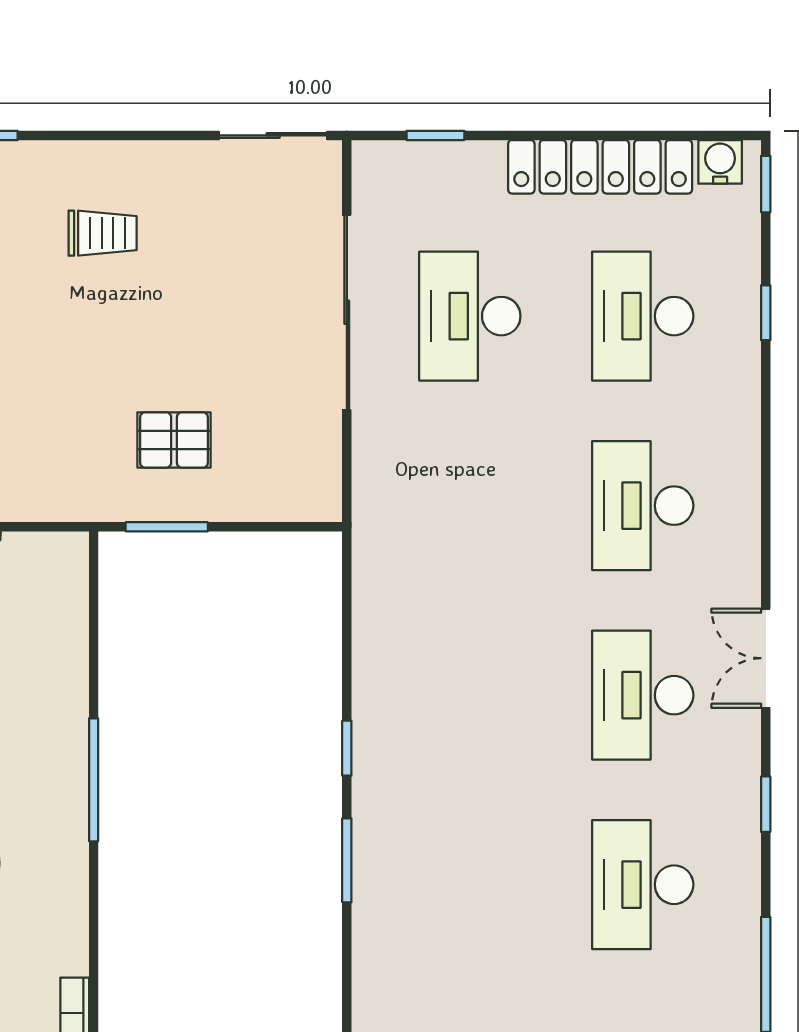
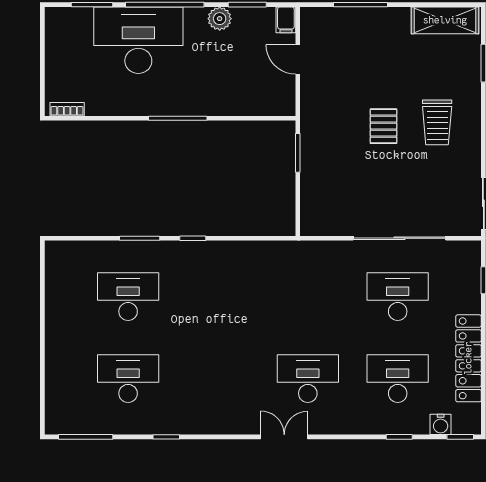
water cooler: (720, 162) -> (441, 424), moved, turned 90
trolley: (103, 233) -> (437, 122), width x1.36, depth x1.39
pallet: (174, 440) -> (384, 126), moved
double door: (766, 658) -> (284, 437), moved
desk: (643, 695) -> (128, 297), moved

